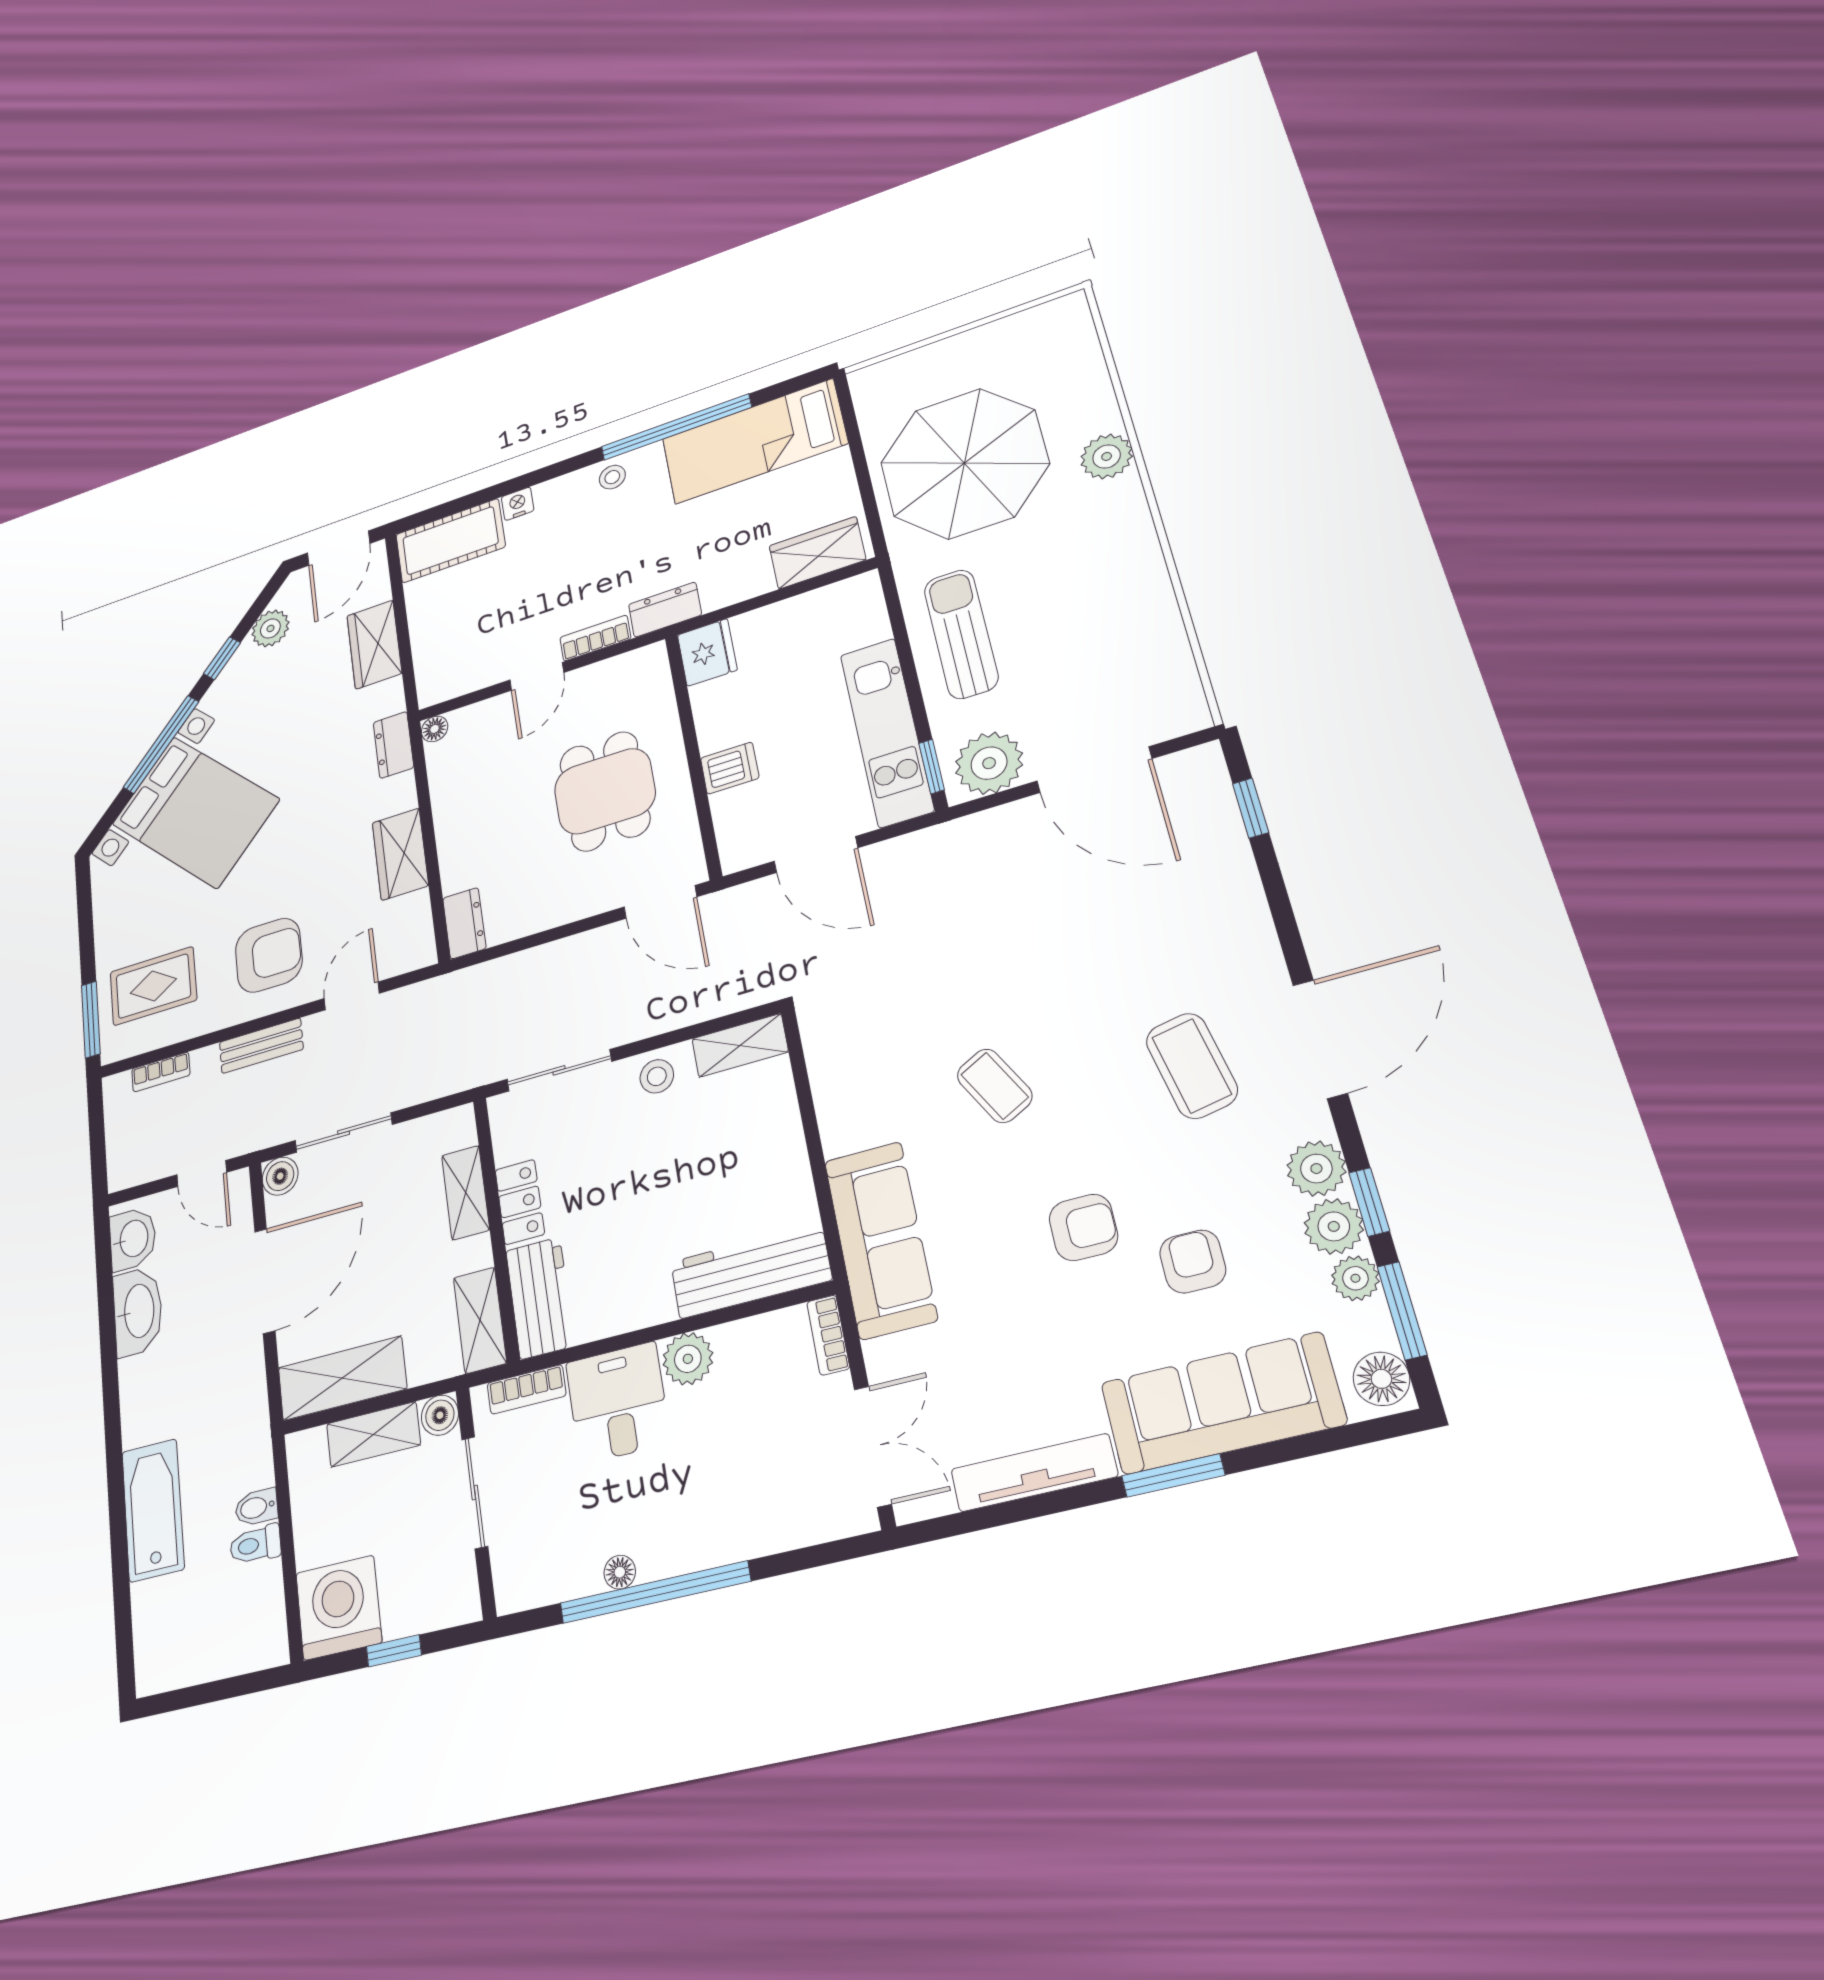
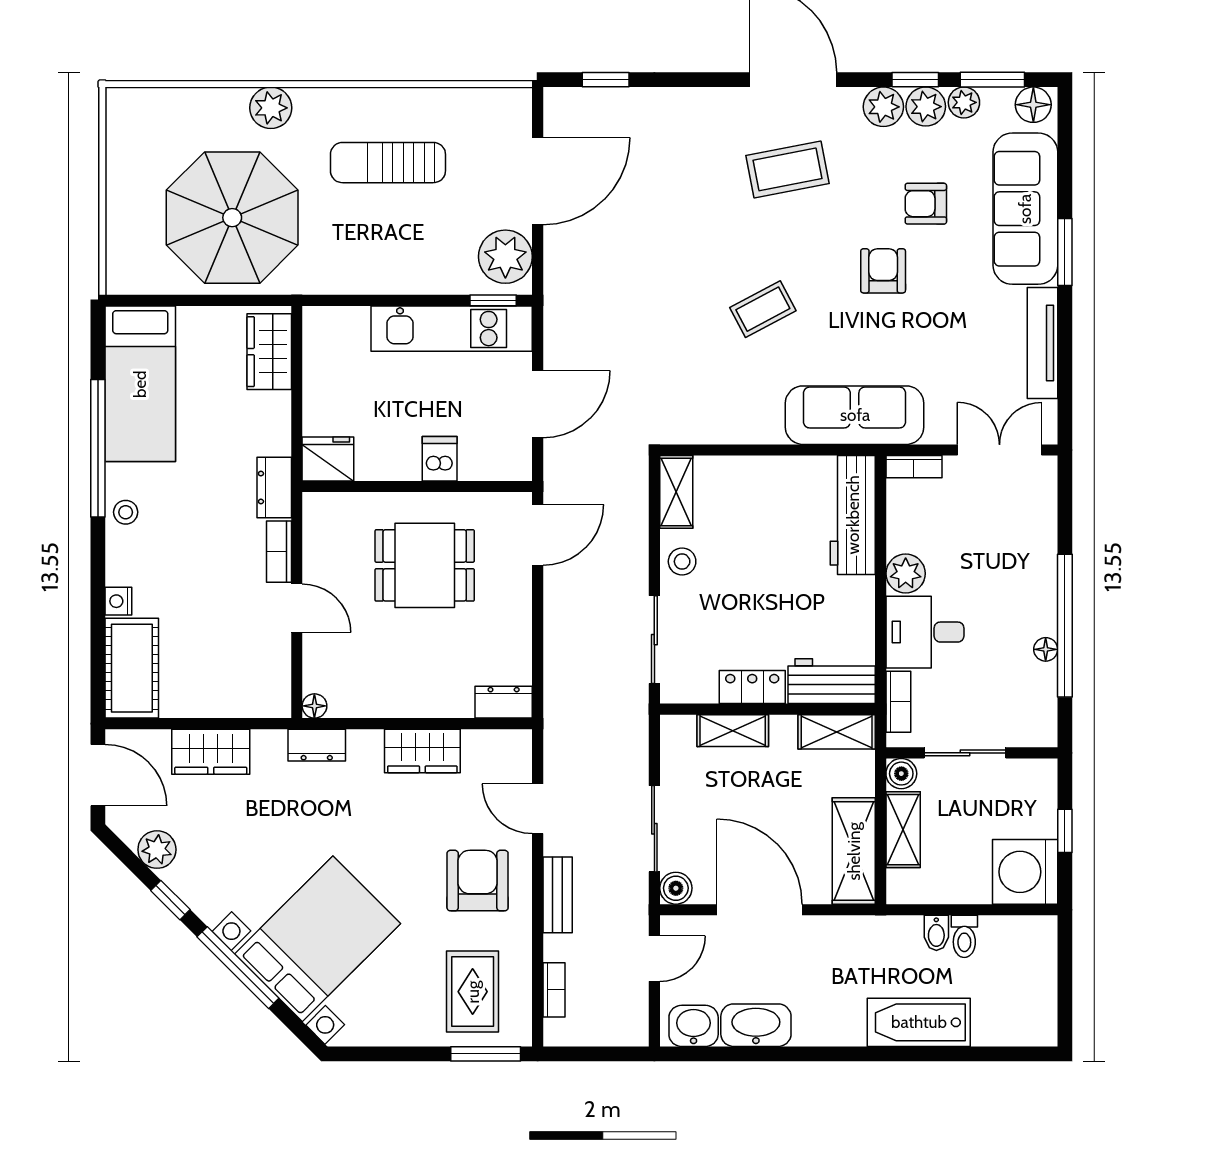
sun lounger: (961, 634) -> (388, 163), moved

